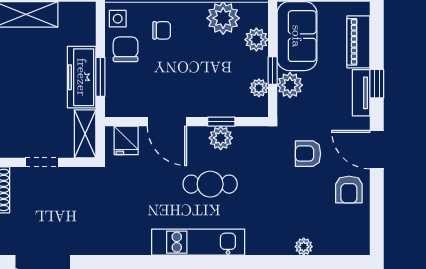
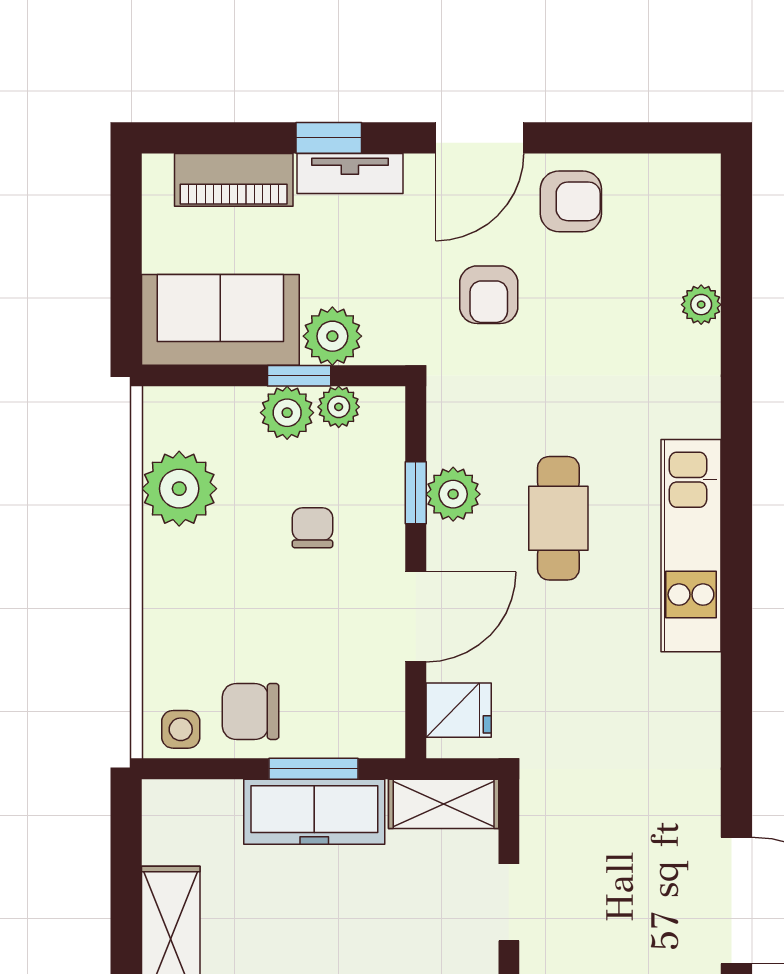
chair: (162, 30) -> (312, 528), moved
plant: (256, 40) -> (287, 413), moved

